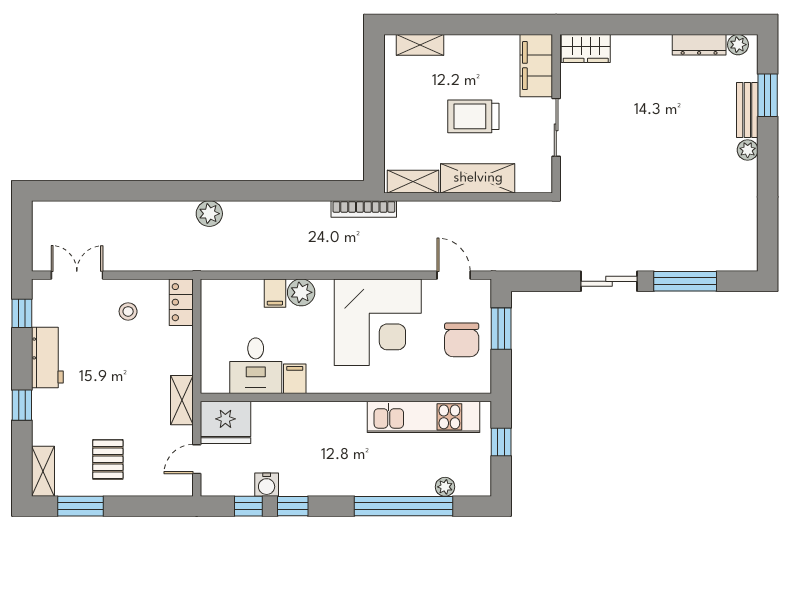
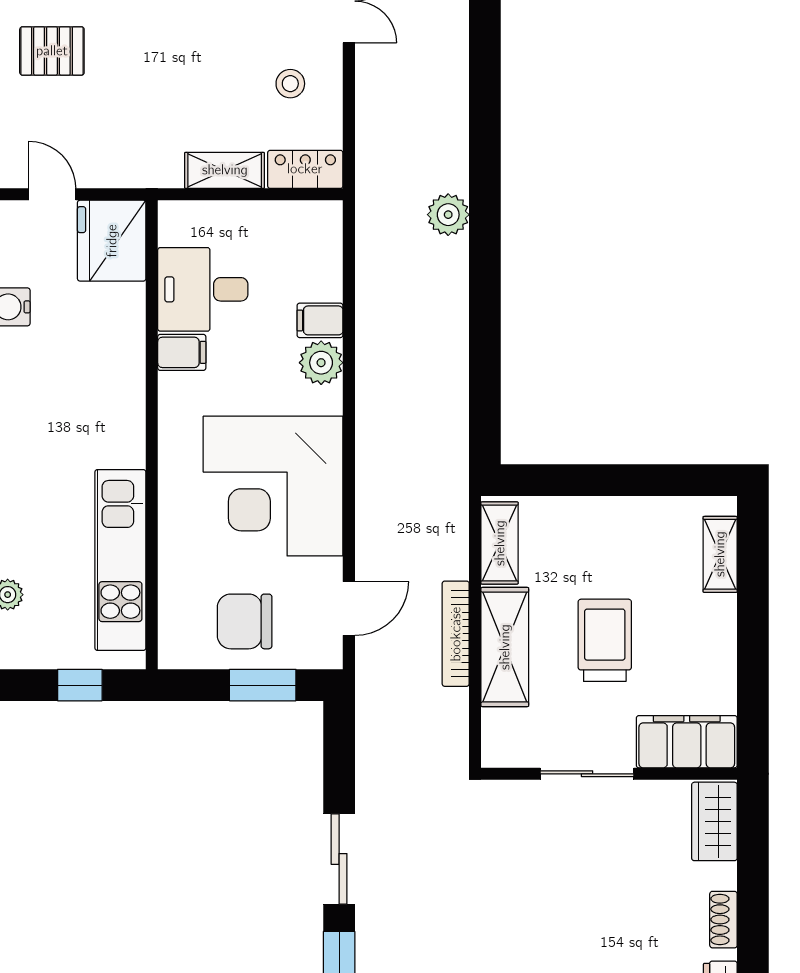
shoe rack: (647, 43) -> (723, 920), added
bookcase: (364, 209) -> (456, 634), moved
shelving: (182, 400) -> (225, 170), moved

